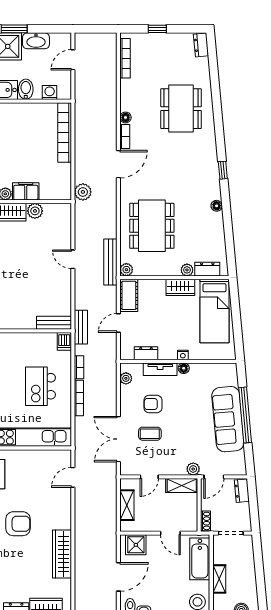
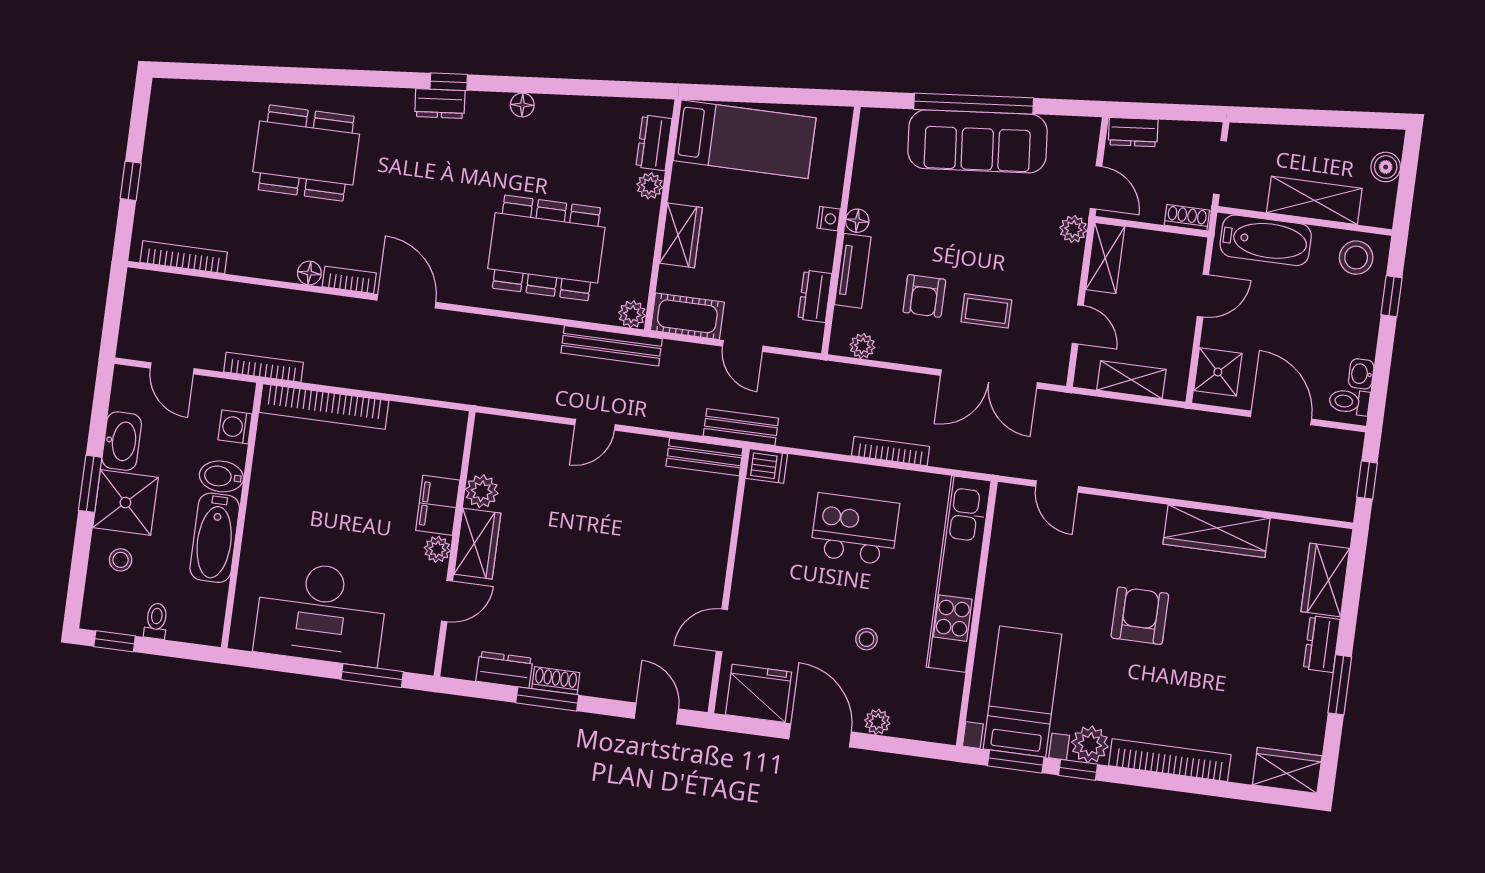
dresser: (201, 45) -> (440, 104), moved
plant: (83, 192) -> (455, 385), removed
wardrobe: (180, 287) -> (681, 235), moved
bench: (54, 323) -> (704, 457), moved, turned 90
bookcase: (79, 367) -> (264, 367), moved, width x1.56
kitchen island: (40, 386) -> (855, 529), turned 180
coffee table: (150, 434) -> (986, 311), turned 90
shelving: (219, 579) -> (1314, 200), width x1.50, depth x1.33

